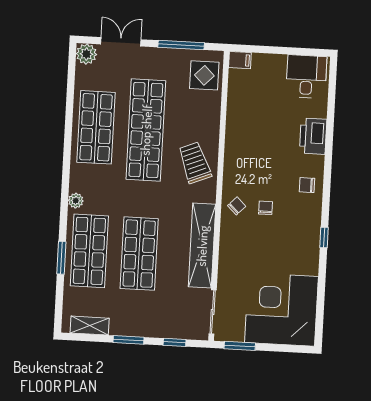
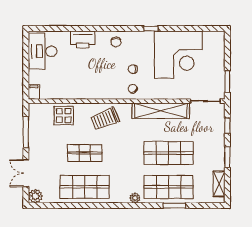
display table: (204, 75) -> (64, 115), moved
desk: (306, 77) -> (43, 51), width x1.37
shop shelf: (146, 130) -> (85, 153), width x0.50, depth x0.74
corner desk: (281, 309) -> (178, 55), moved, turned -90

